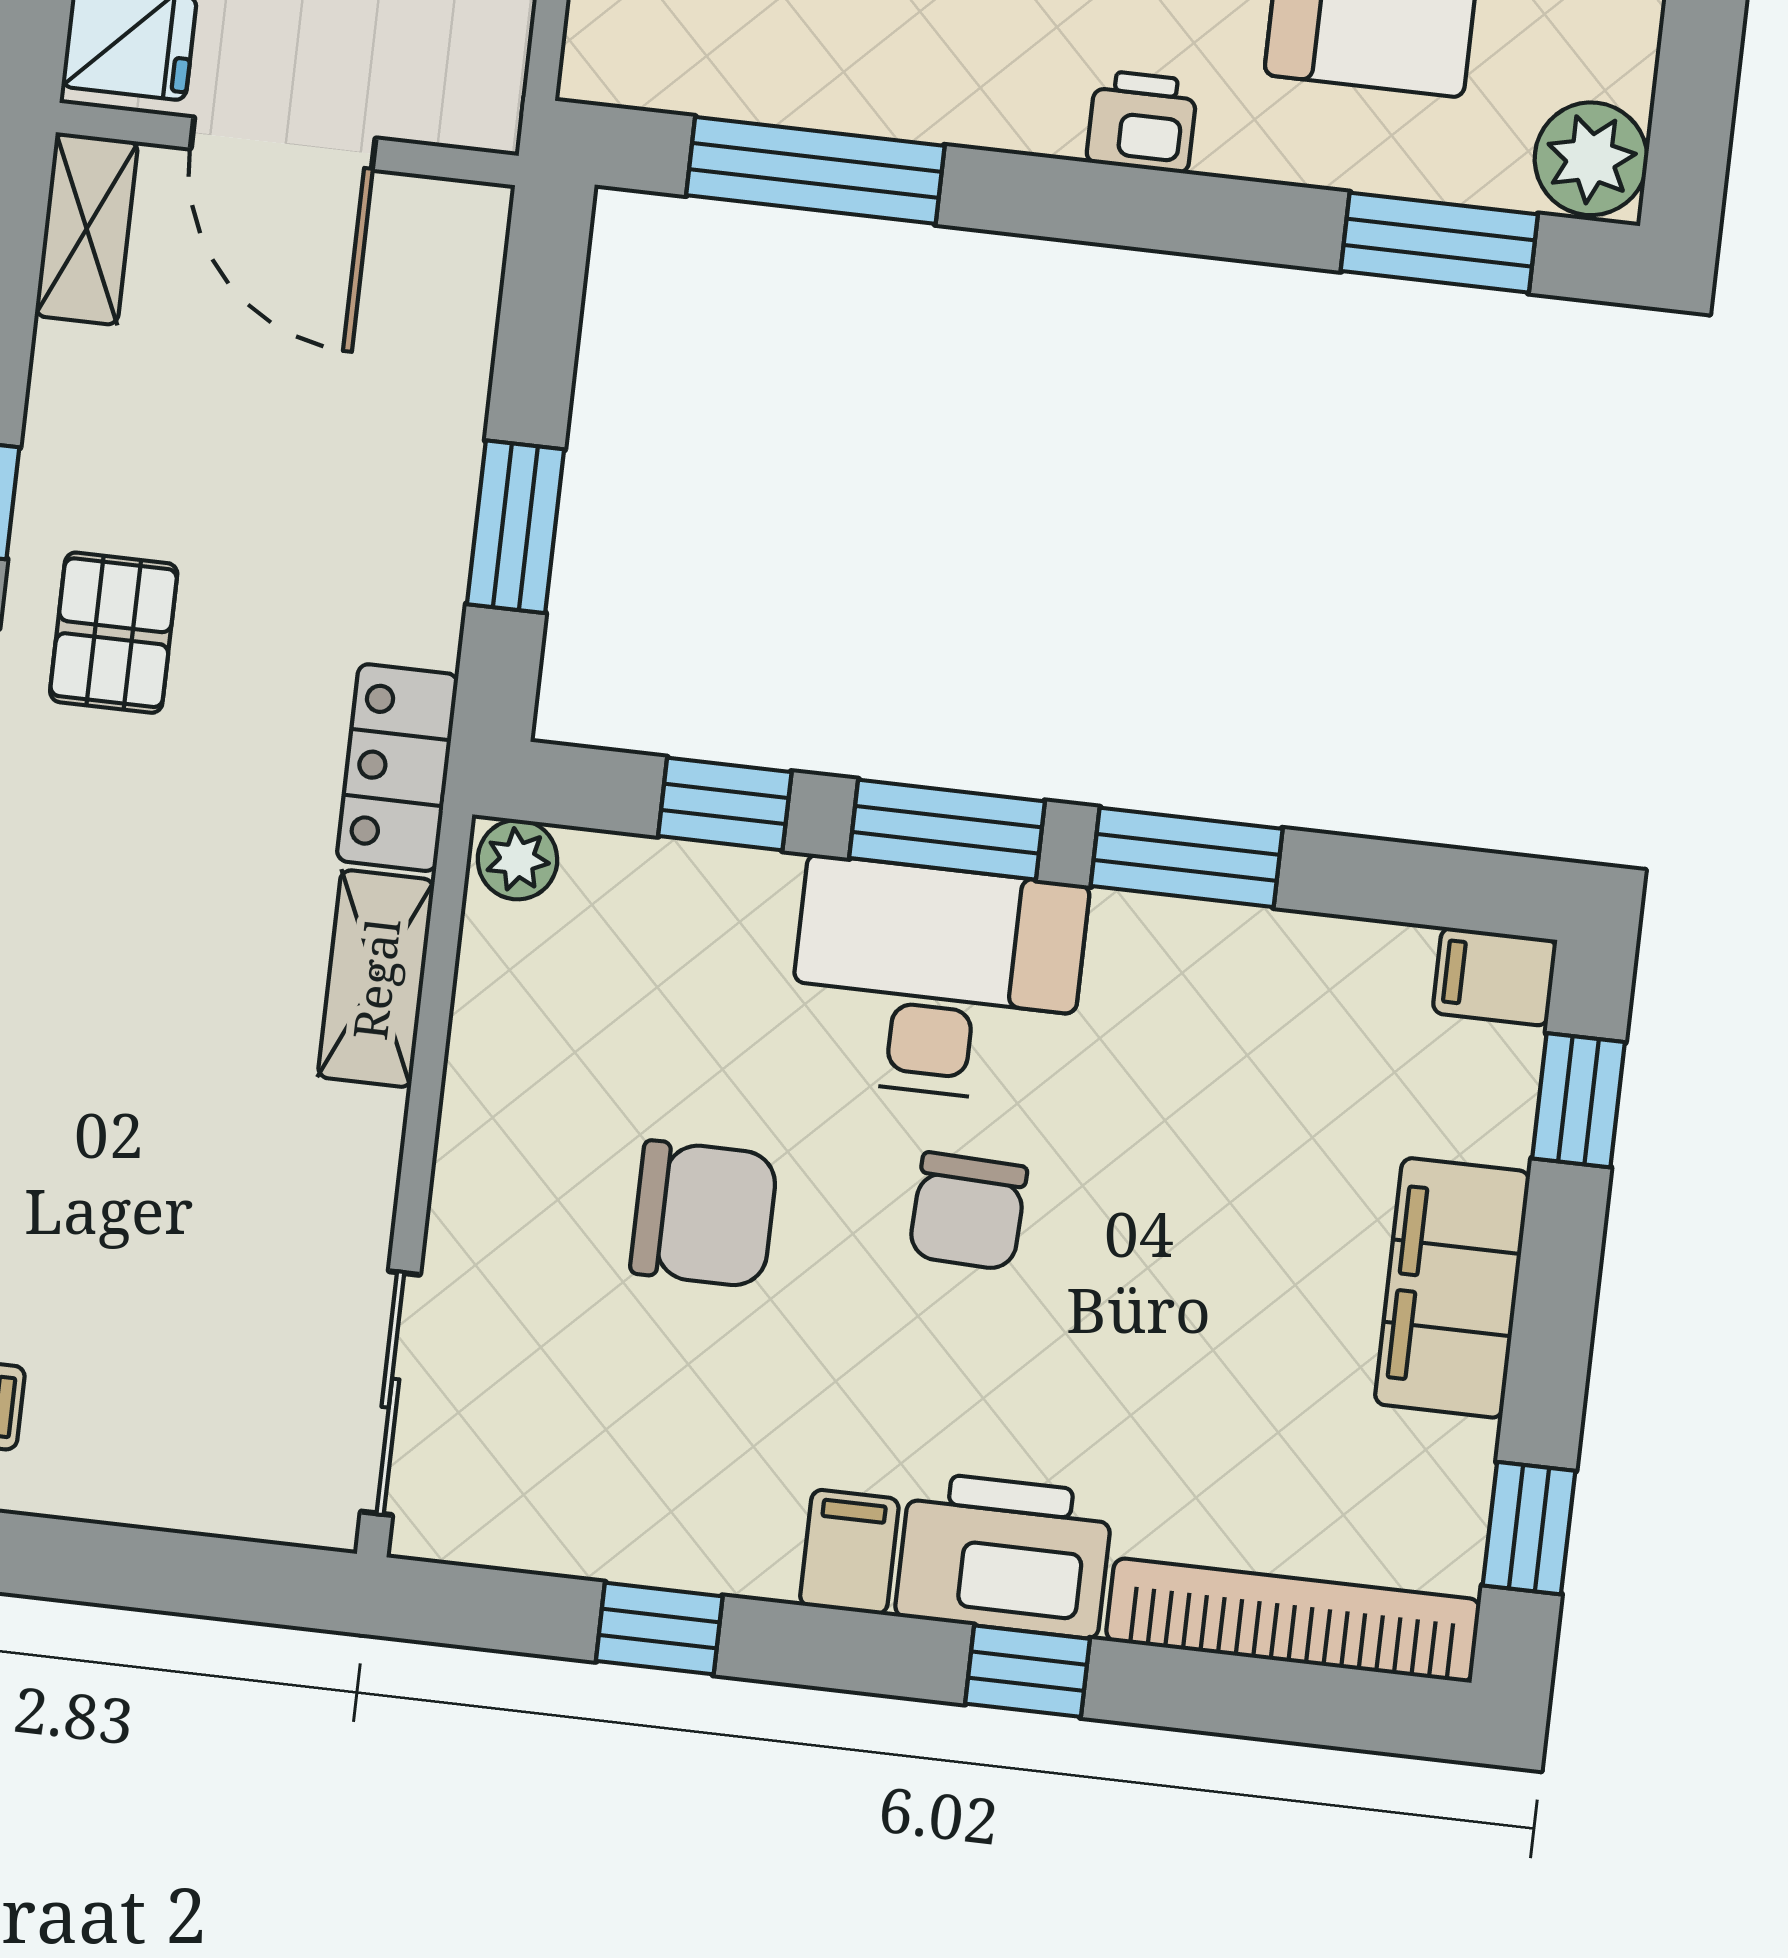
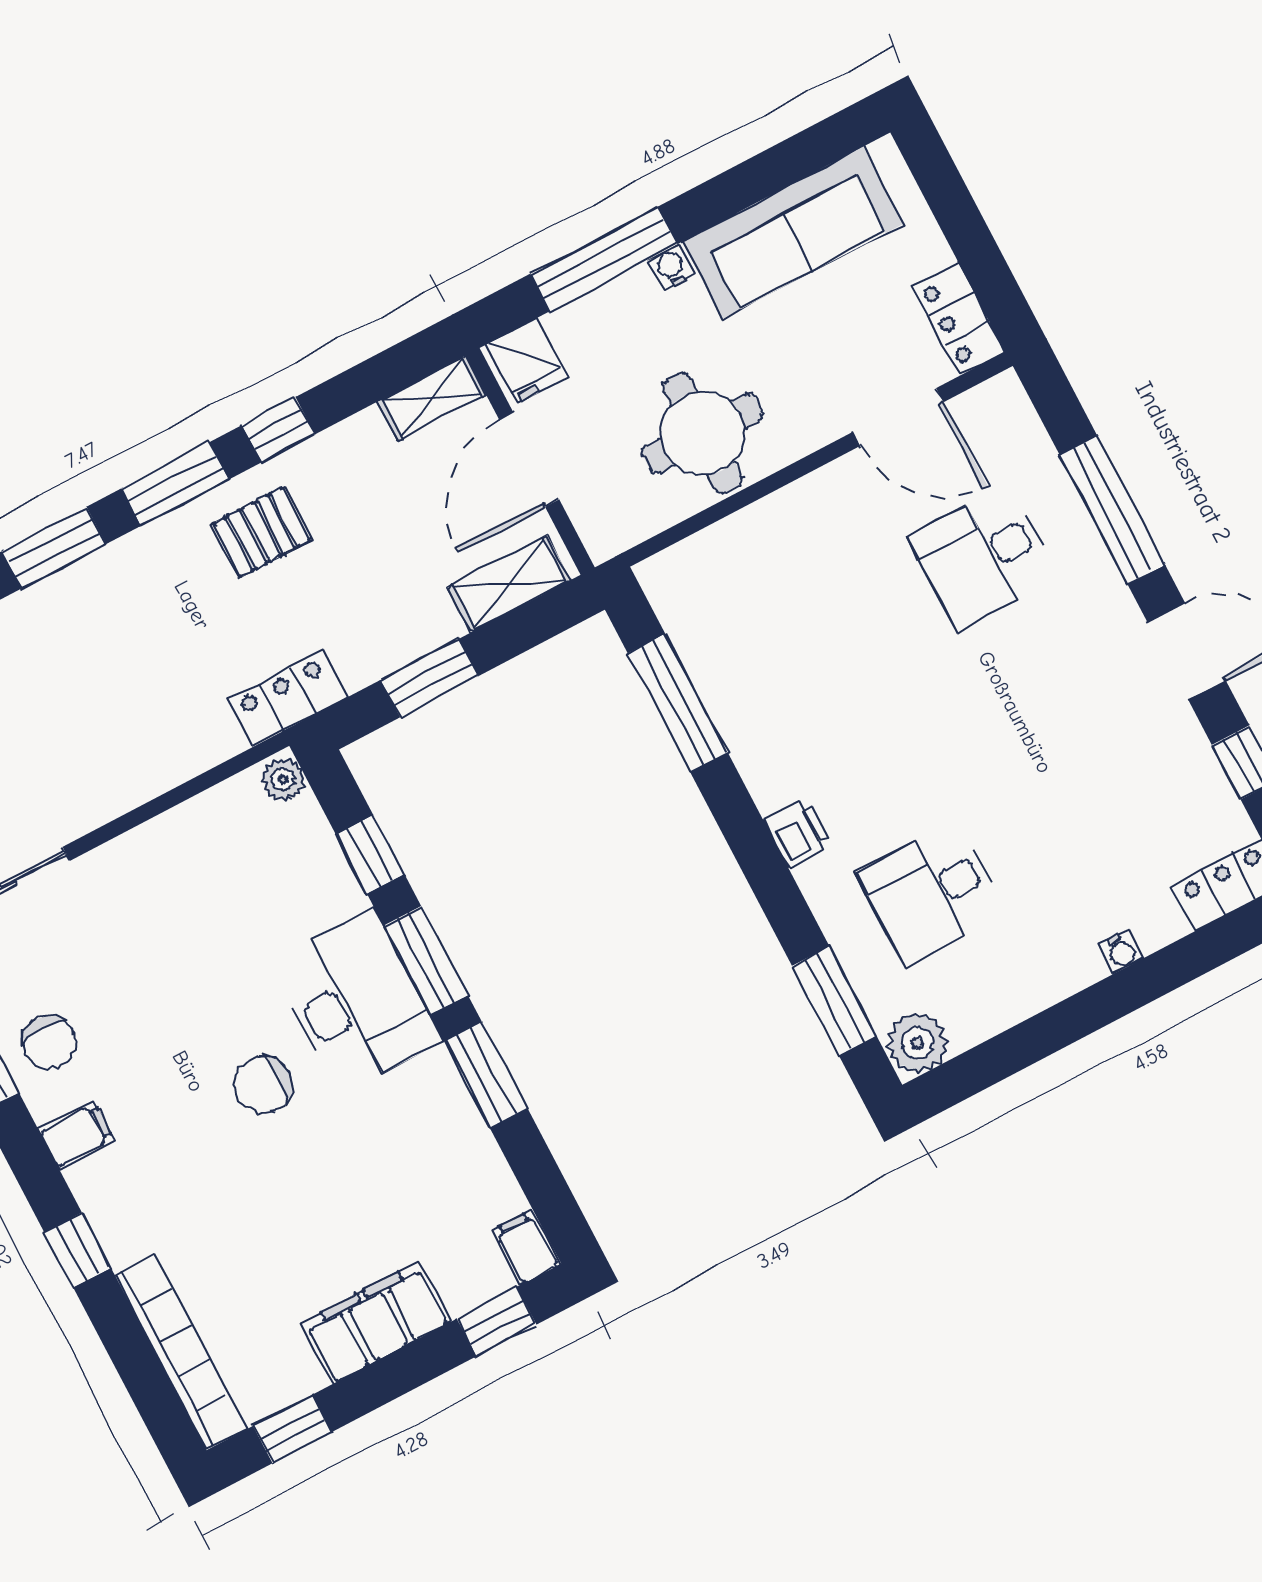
shelving: (376, 979) -> (509, 584), moved
chair: (704, 1214) -> (49, 1042), moved, width x0.73, depth x0.73
printer: (1004, 1555) -> (122, 1205), removed

